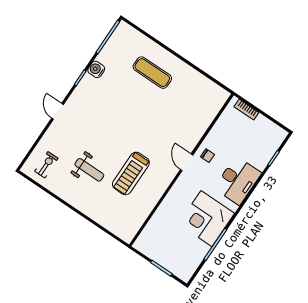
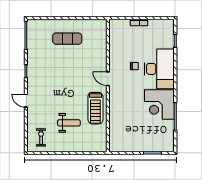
water cooler: (96, 69) -> (32, 60), removed
door: (187, 162) -> (108, 79), moved
wall: (181, 170) -> (108, 85), moved
desk: (238, 181) -> (159, 69), width x1.36, depth x1.30

